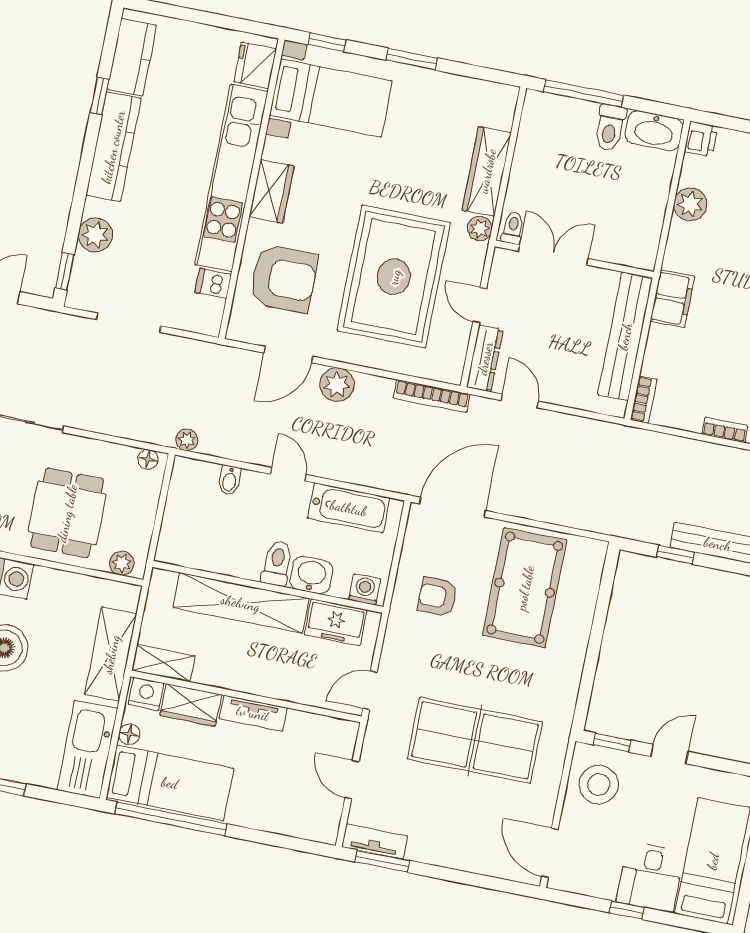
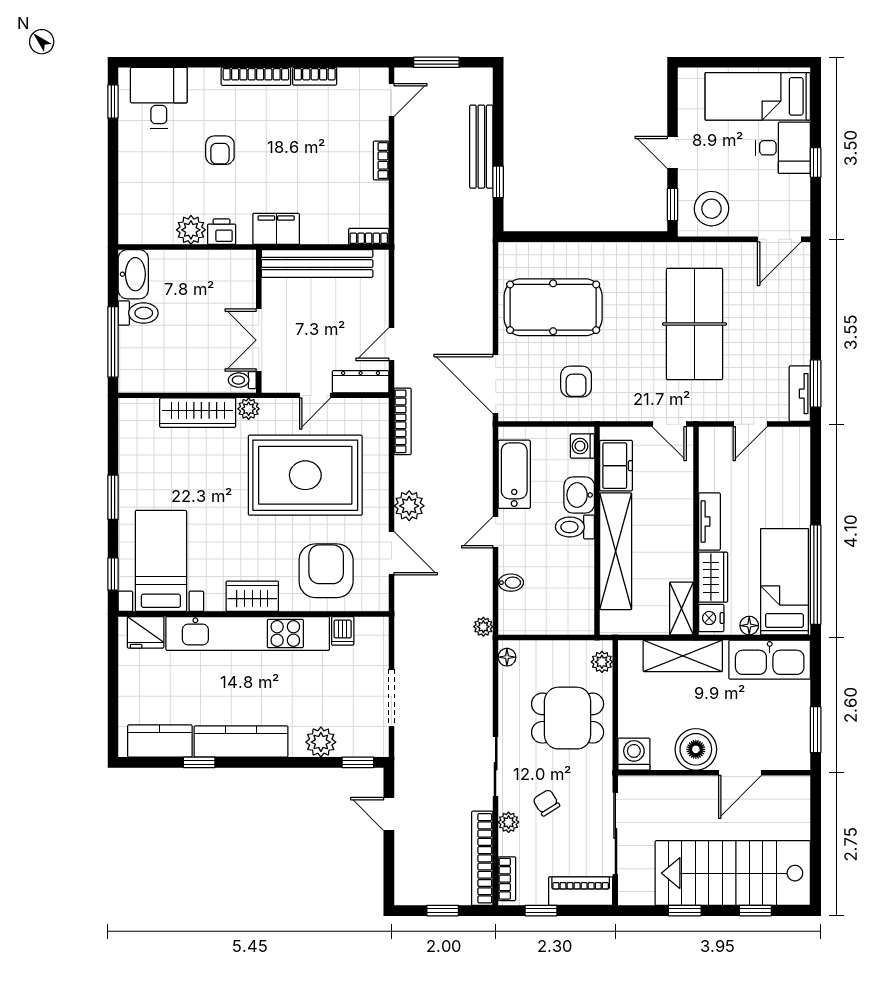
printer: (701, 139) -> (222, 232), moved

